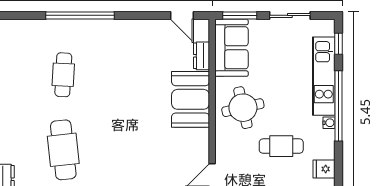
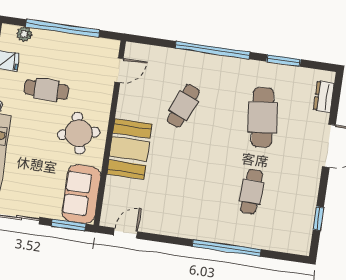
door: (182, 15) -> (126, 233), hinge flipped
dresser: (201, 56) -> (112, 191), removed
cafe table: (143, 150) -> (183, 106), added

